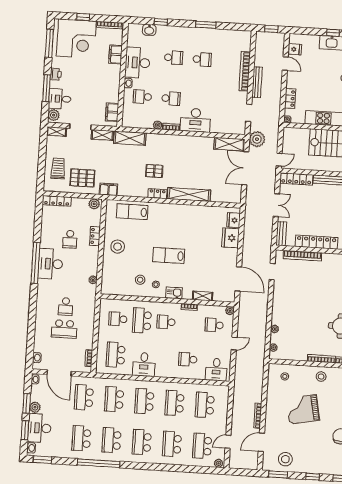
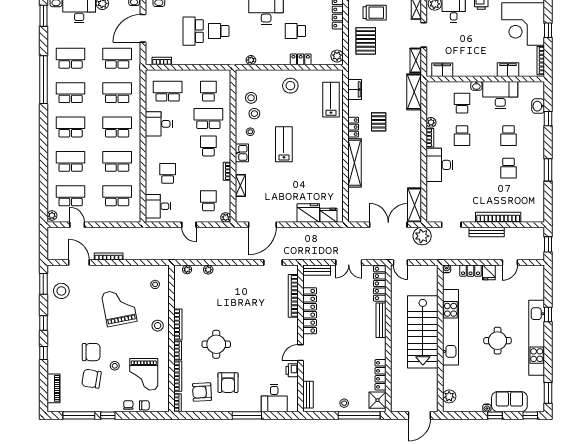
fridge: (295, 49) -> (489, 272), moved
filing cabinet: (108, 189) -> (355, 89), moved
stool: (126, 282) -> (251, 98), added

